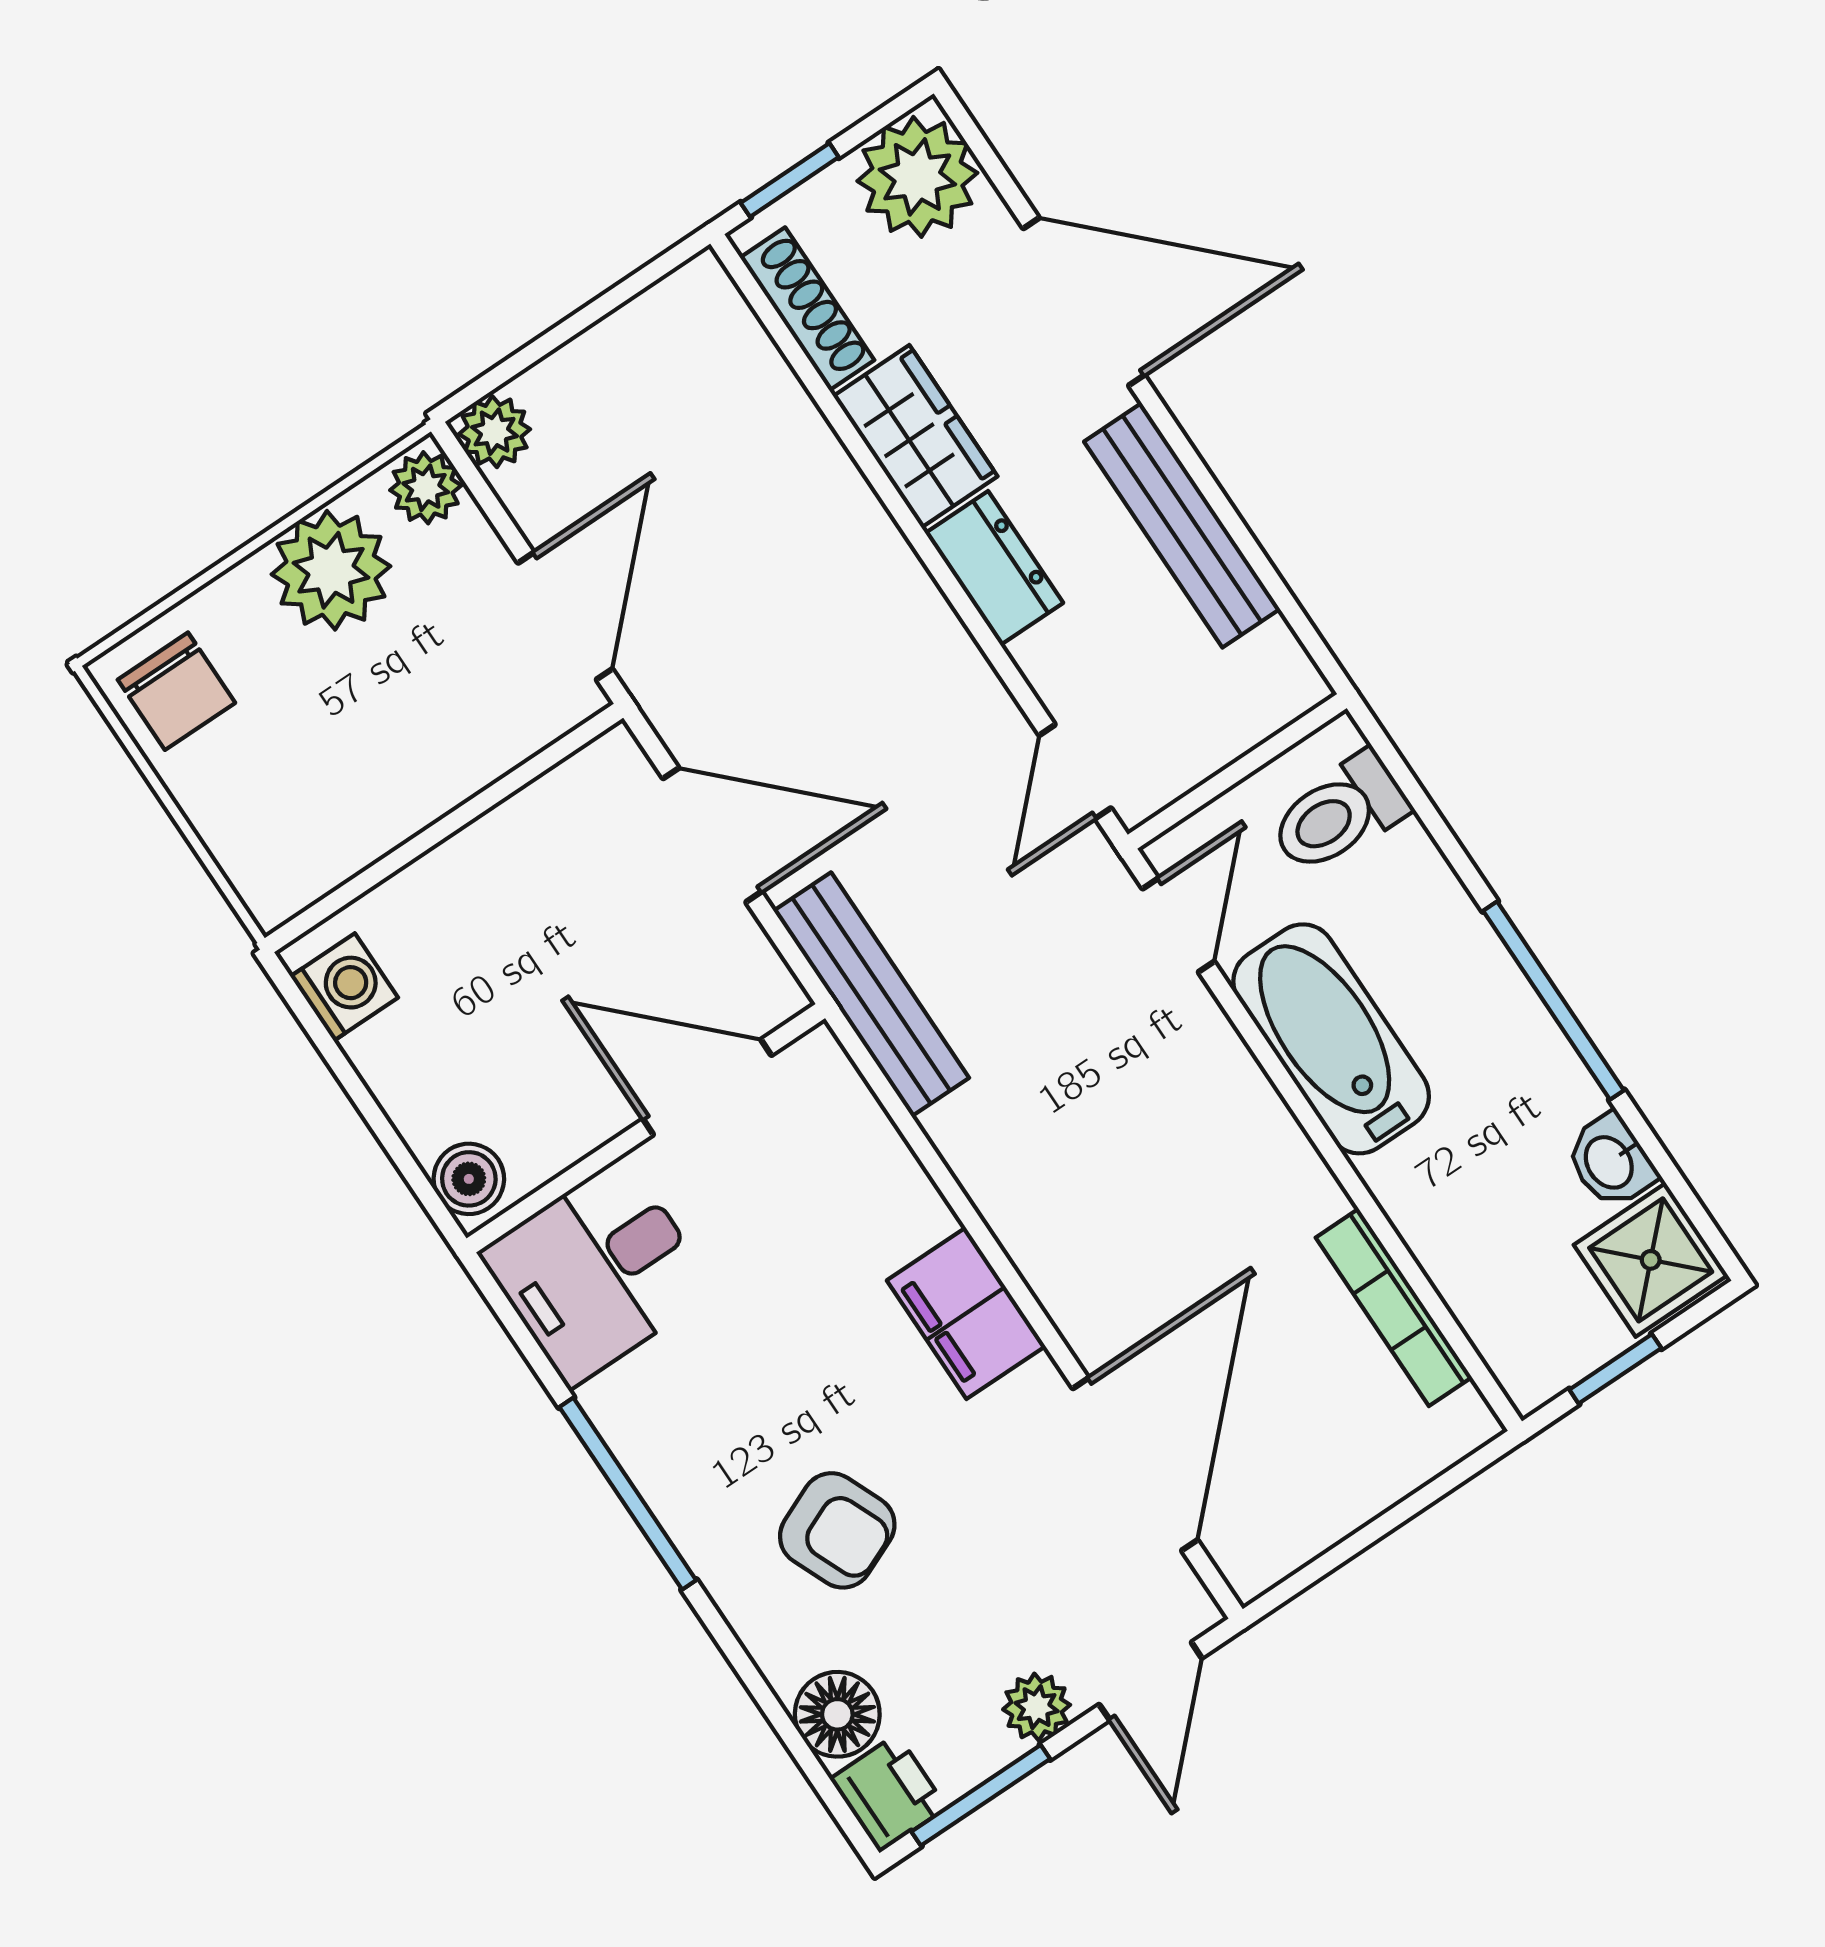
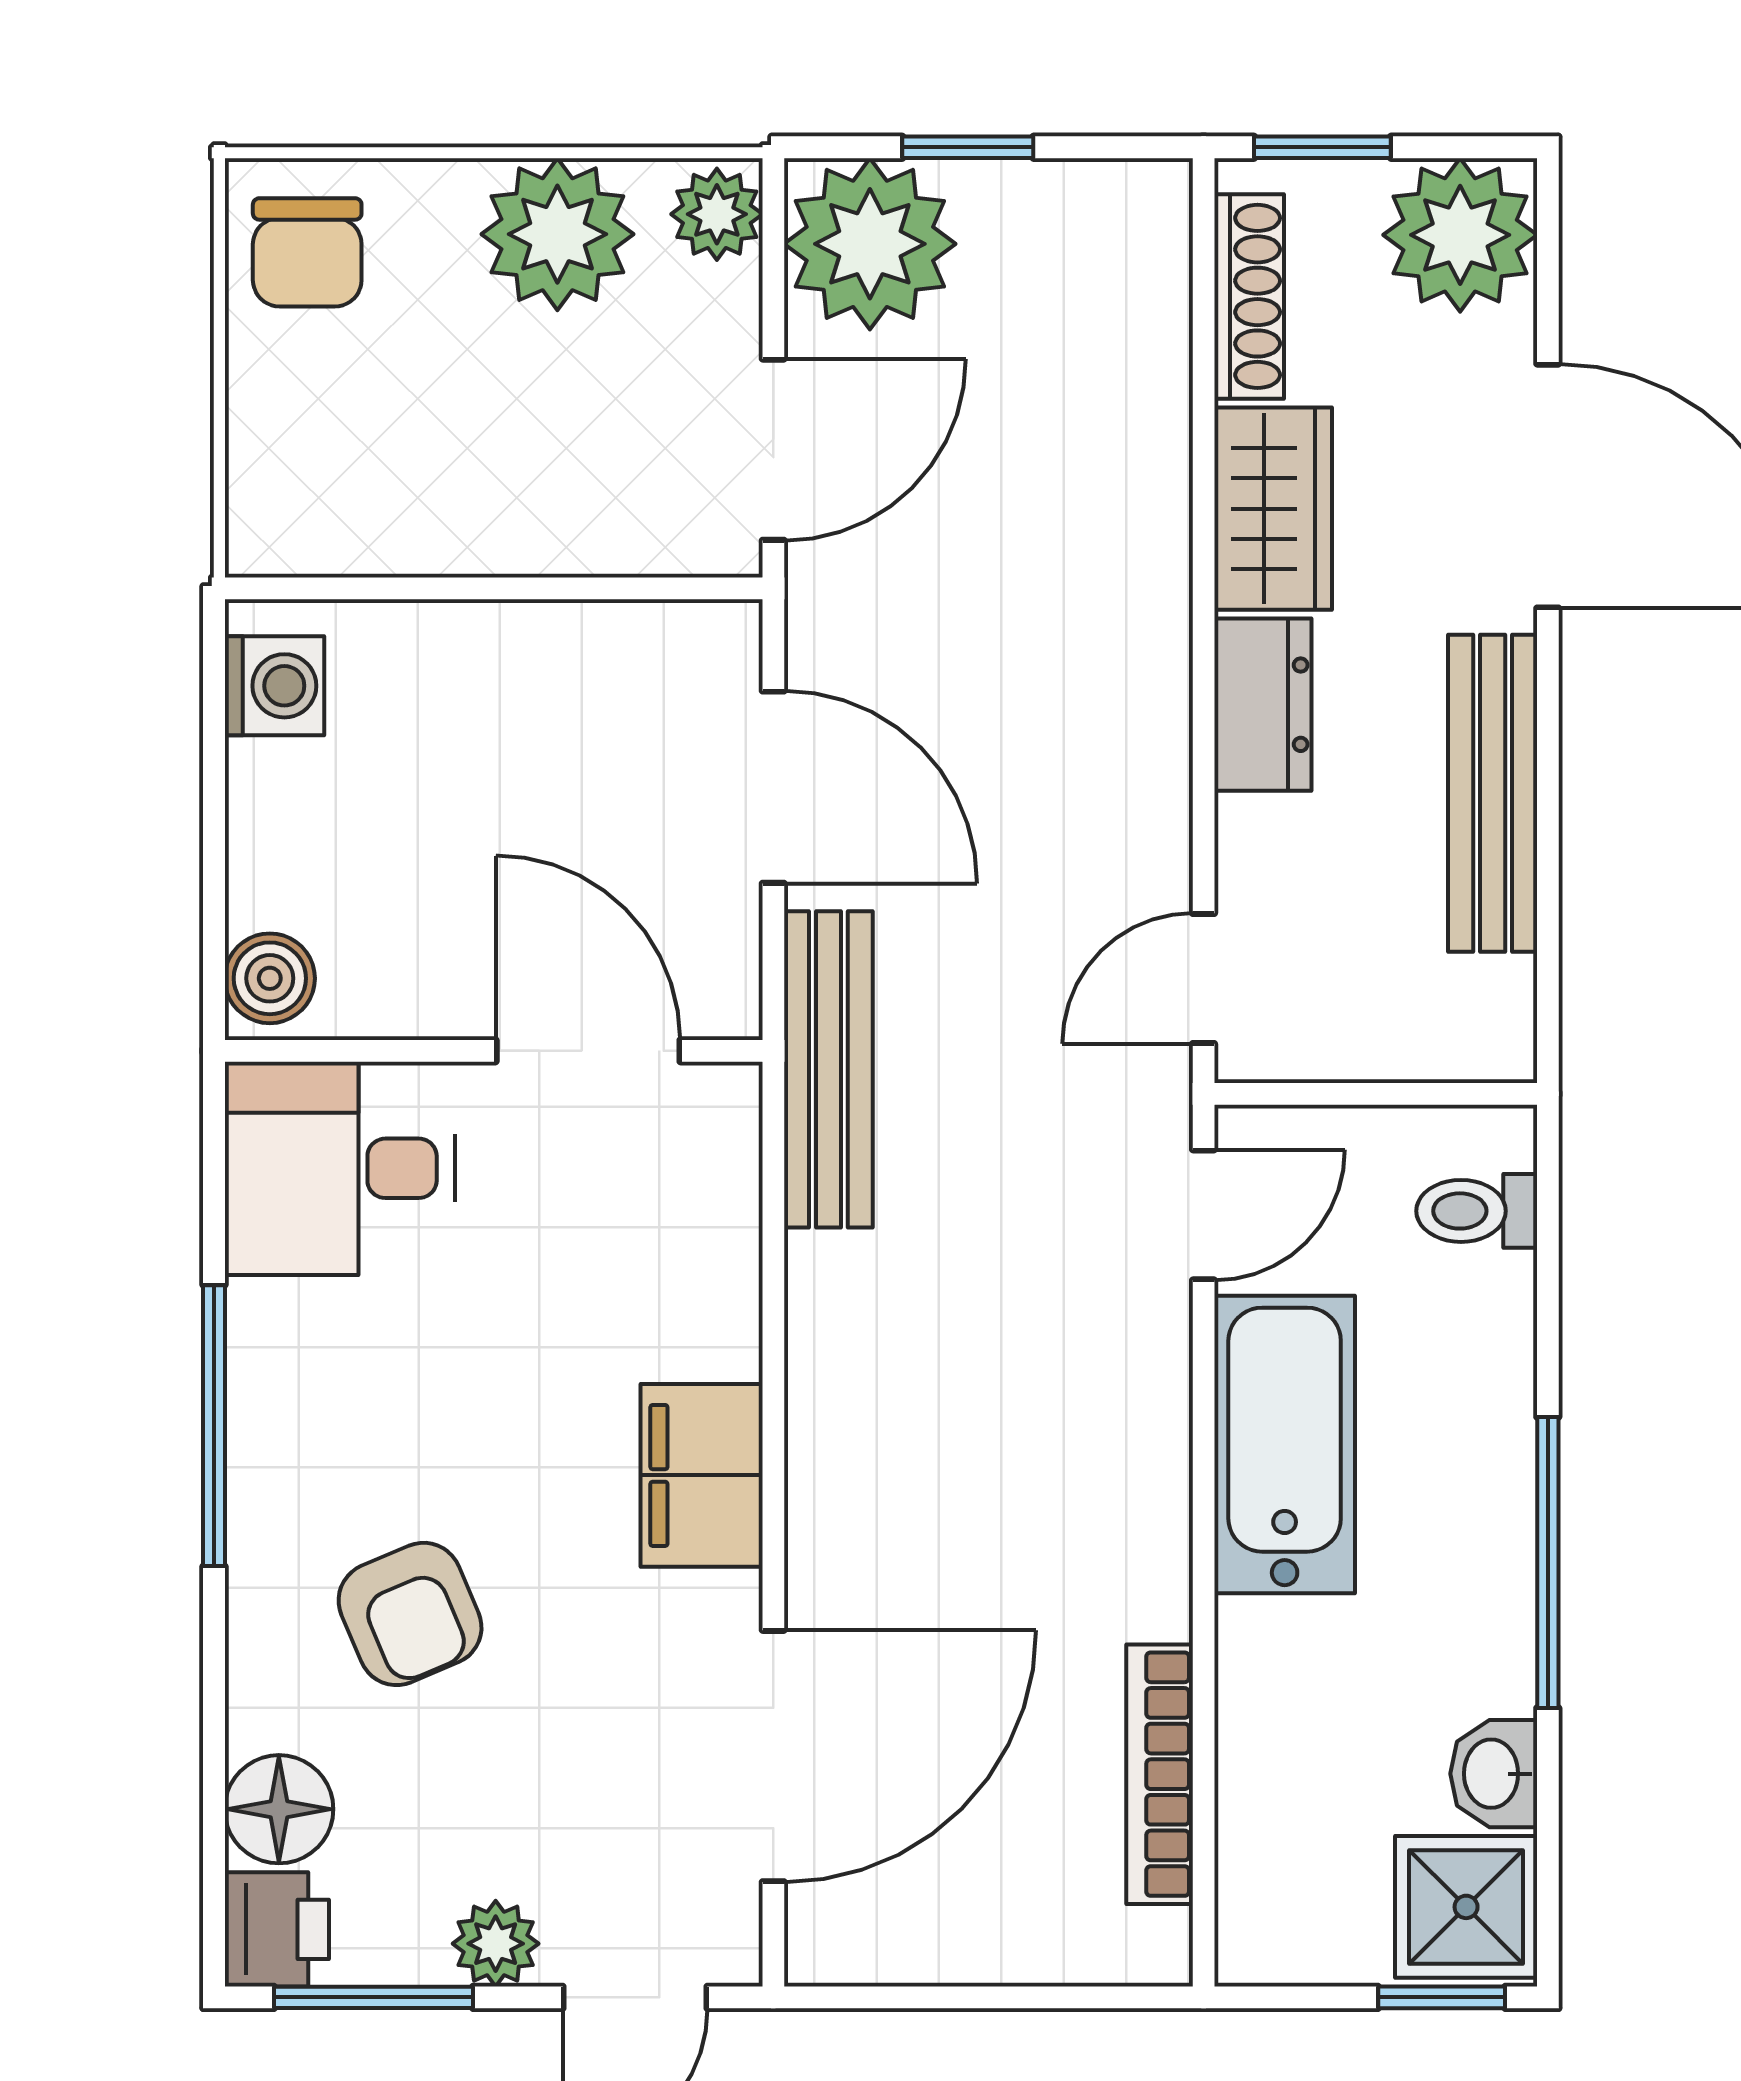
window: (559, 335) -> (968, 147), added
plant: (495, 432) -> (870, 244), width x1.87, depth x1.87
toilet: (1339, 814) -> (1477, 1211), width x0.73, depth x0.72
window: (1615, 1369) -> (1442, 1997), moved

